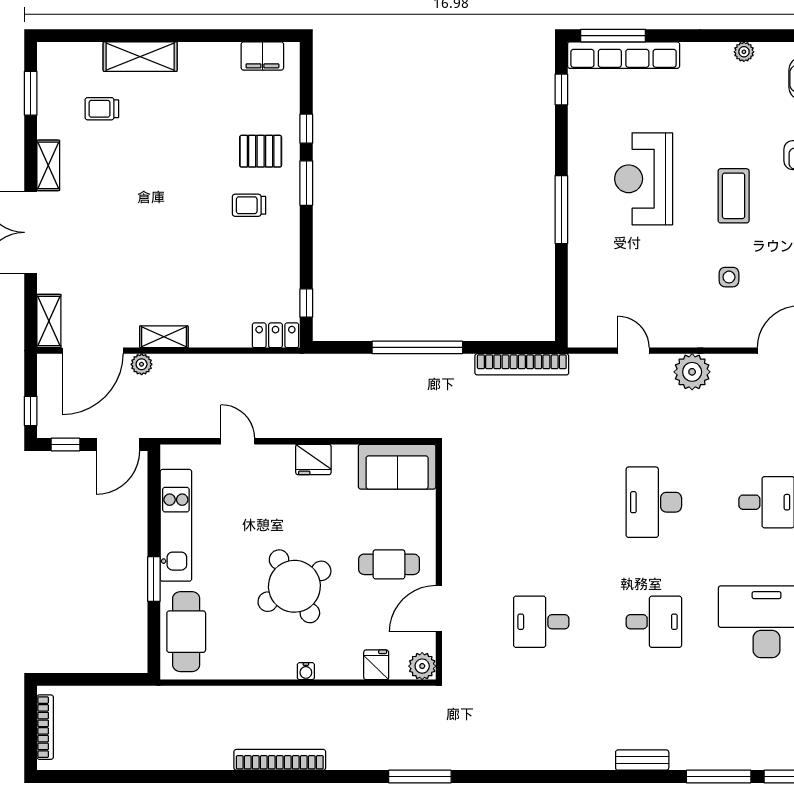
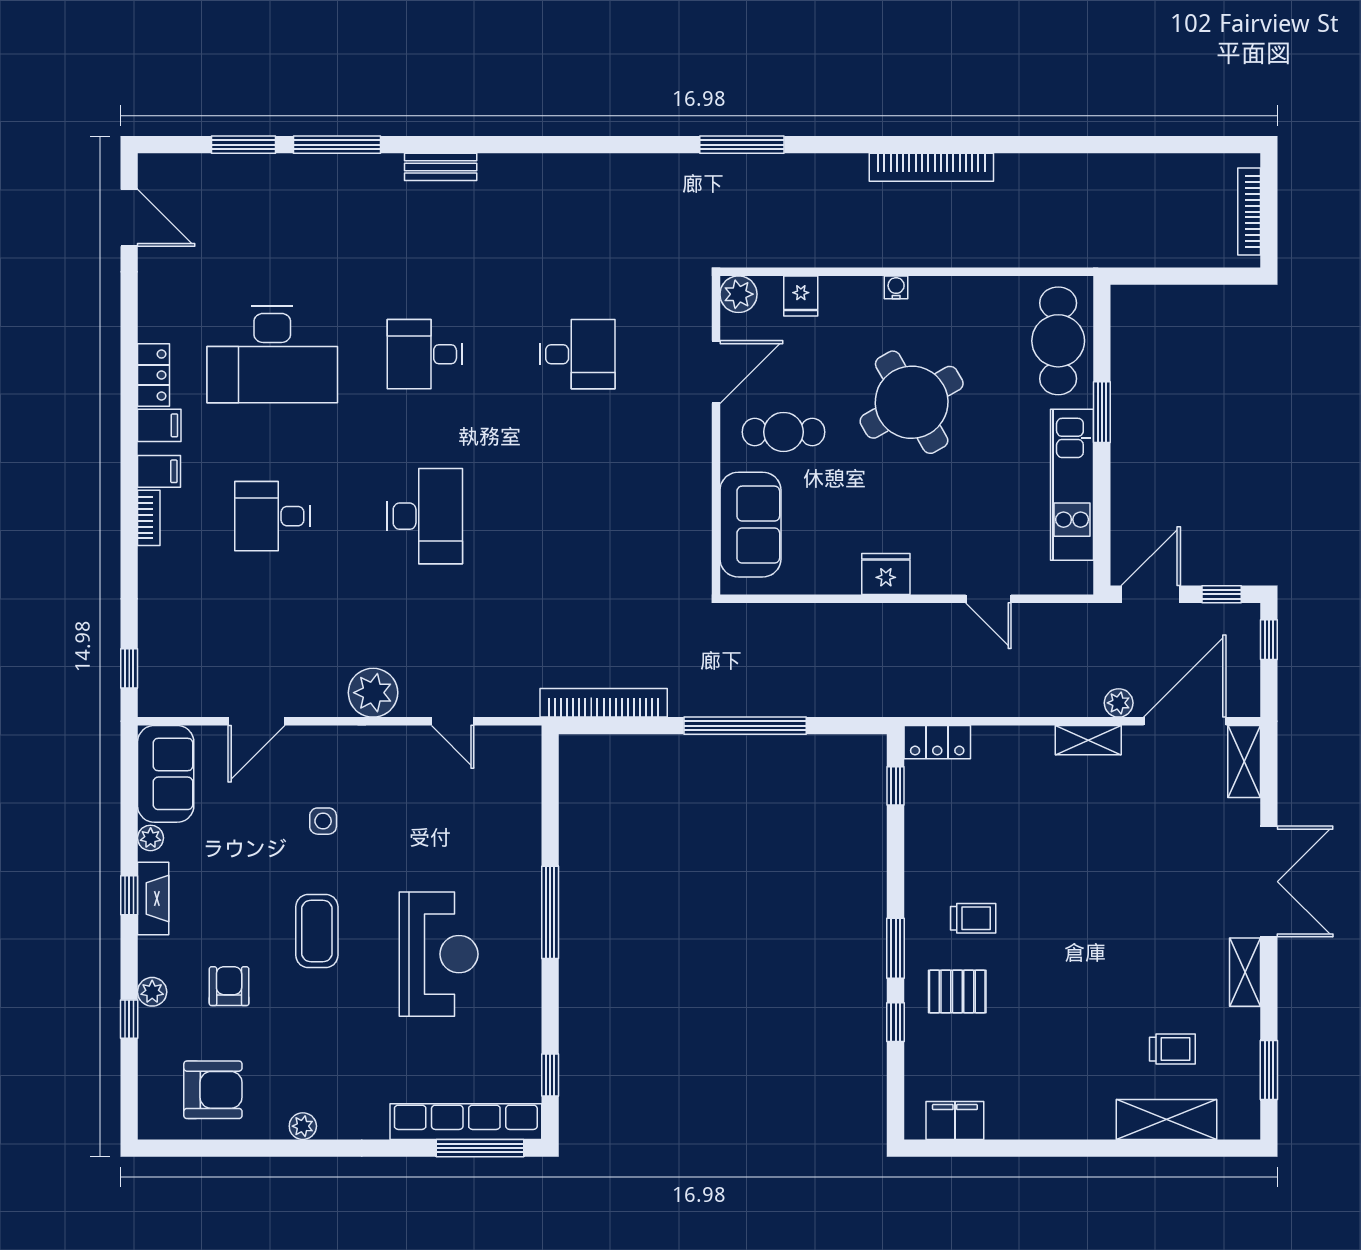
shelving: (140, 57) -> (1166, 1120), moved
sofa: (397, 467) -> (750, 525), moved, turned 90

